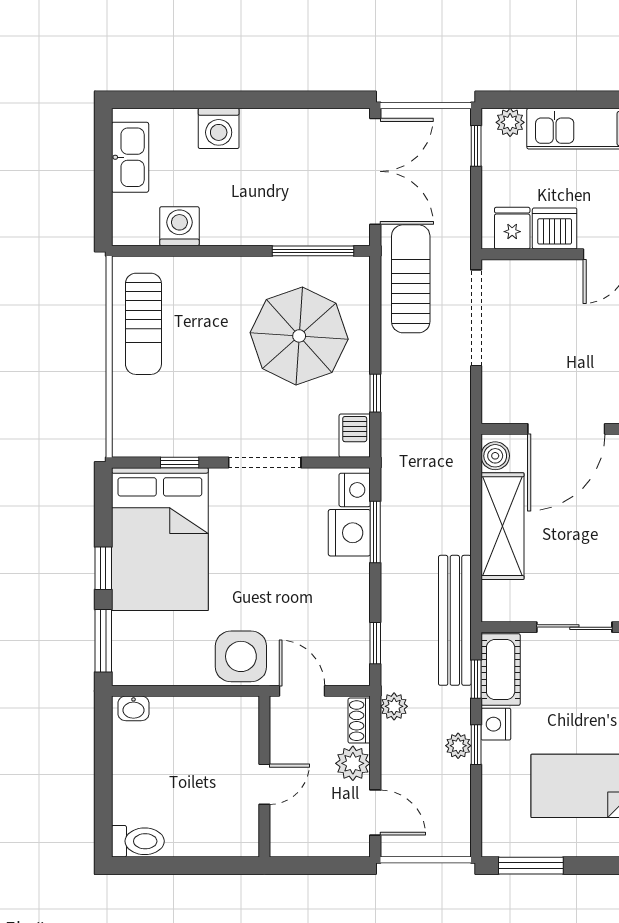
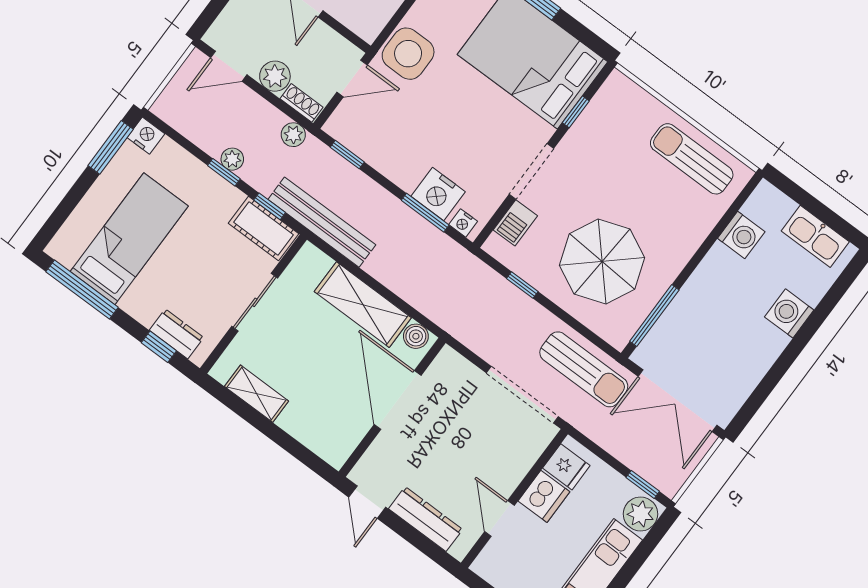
plant: (510, 122) -> (641, 514), width x1.38, depth x1.38
barbecue: (355, 436) -> (515, 223), moved, turned 90
nightstand: (355, 490) -> (463, 223), width x0.72, depth x0.74
nightstand: (496, 724) -> (146, 136), moved

